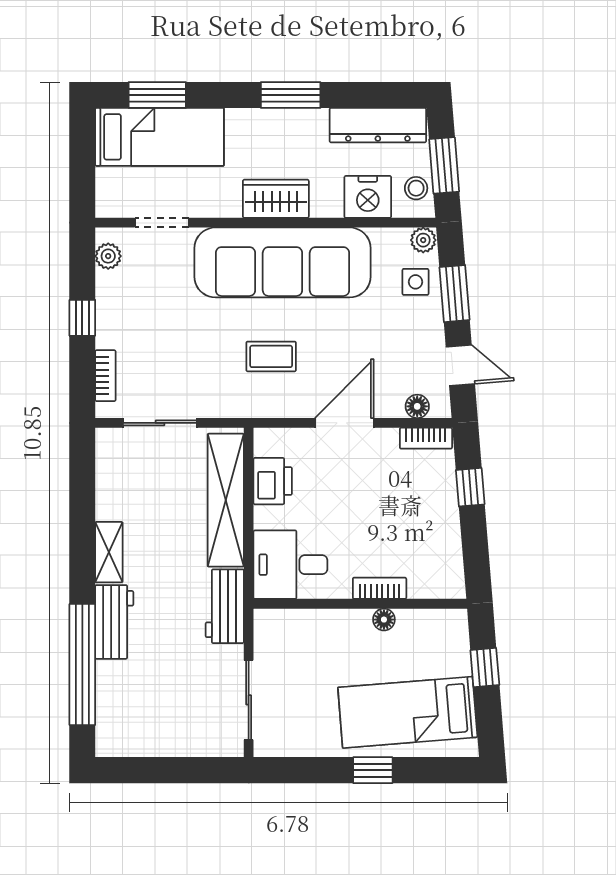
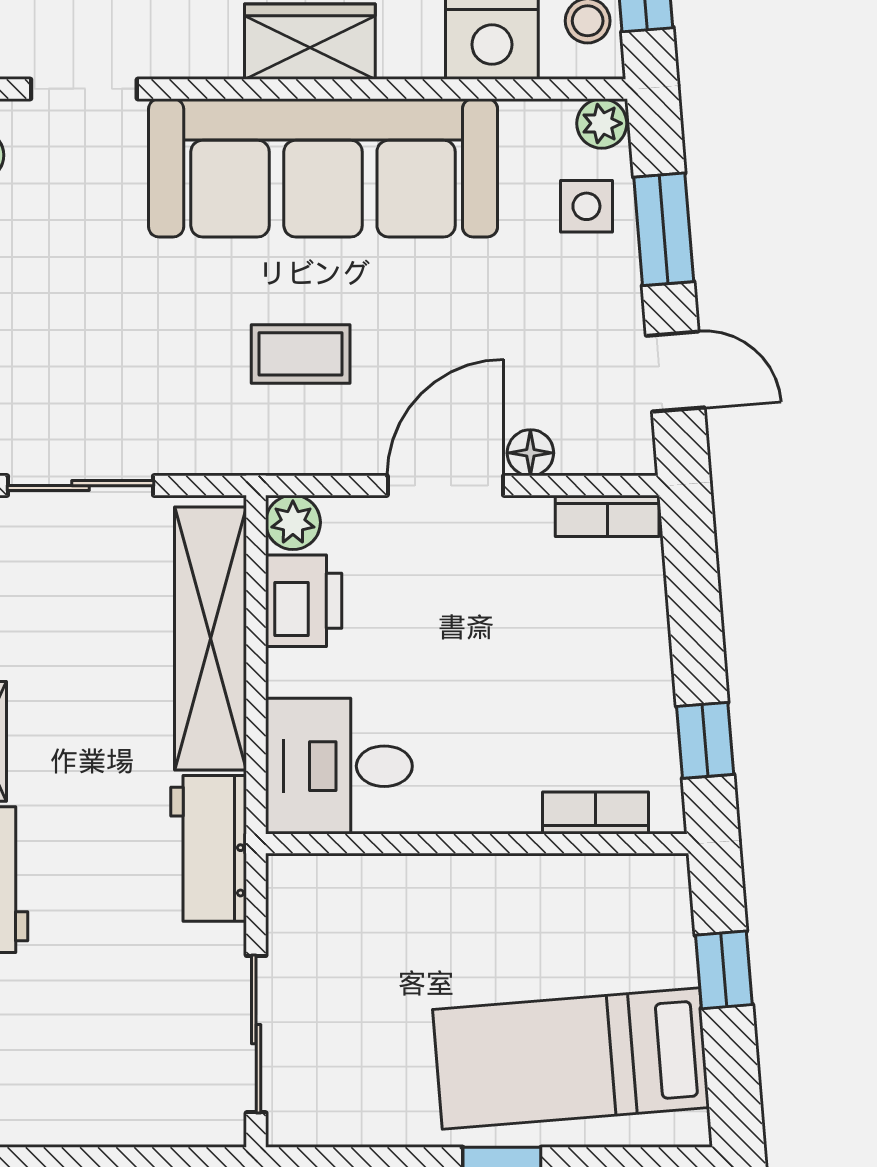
floor lamp: (417, 406) -> (530, 453), moved
plant: (267, 442) -> (293, 522), added
window: (470, 487) -> (705, 740), moved
bookcase: (380, 588) -> (595, 813), moved
floor lamp: (384, 620) -> (524, 875), removed

